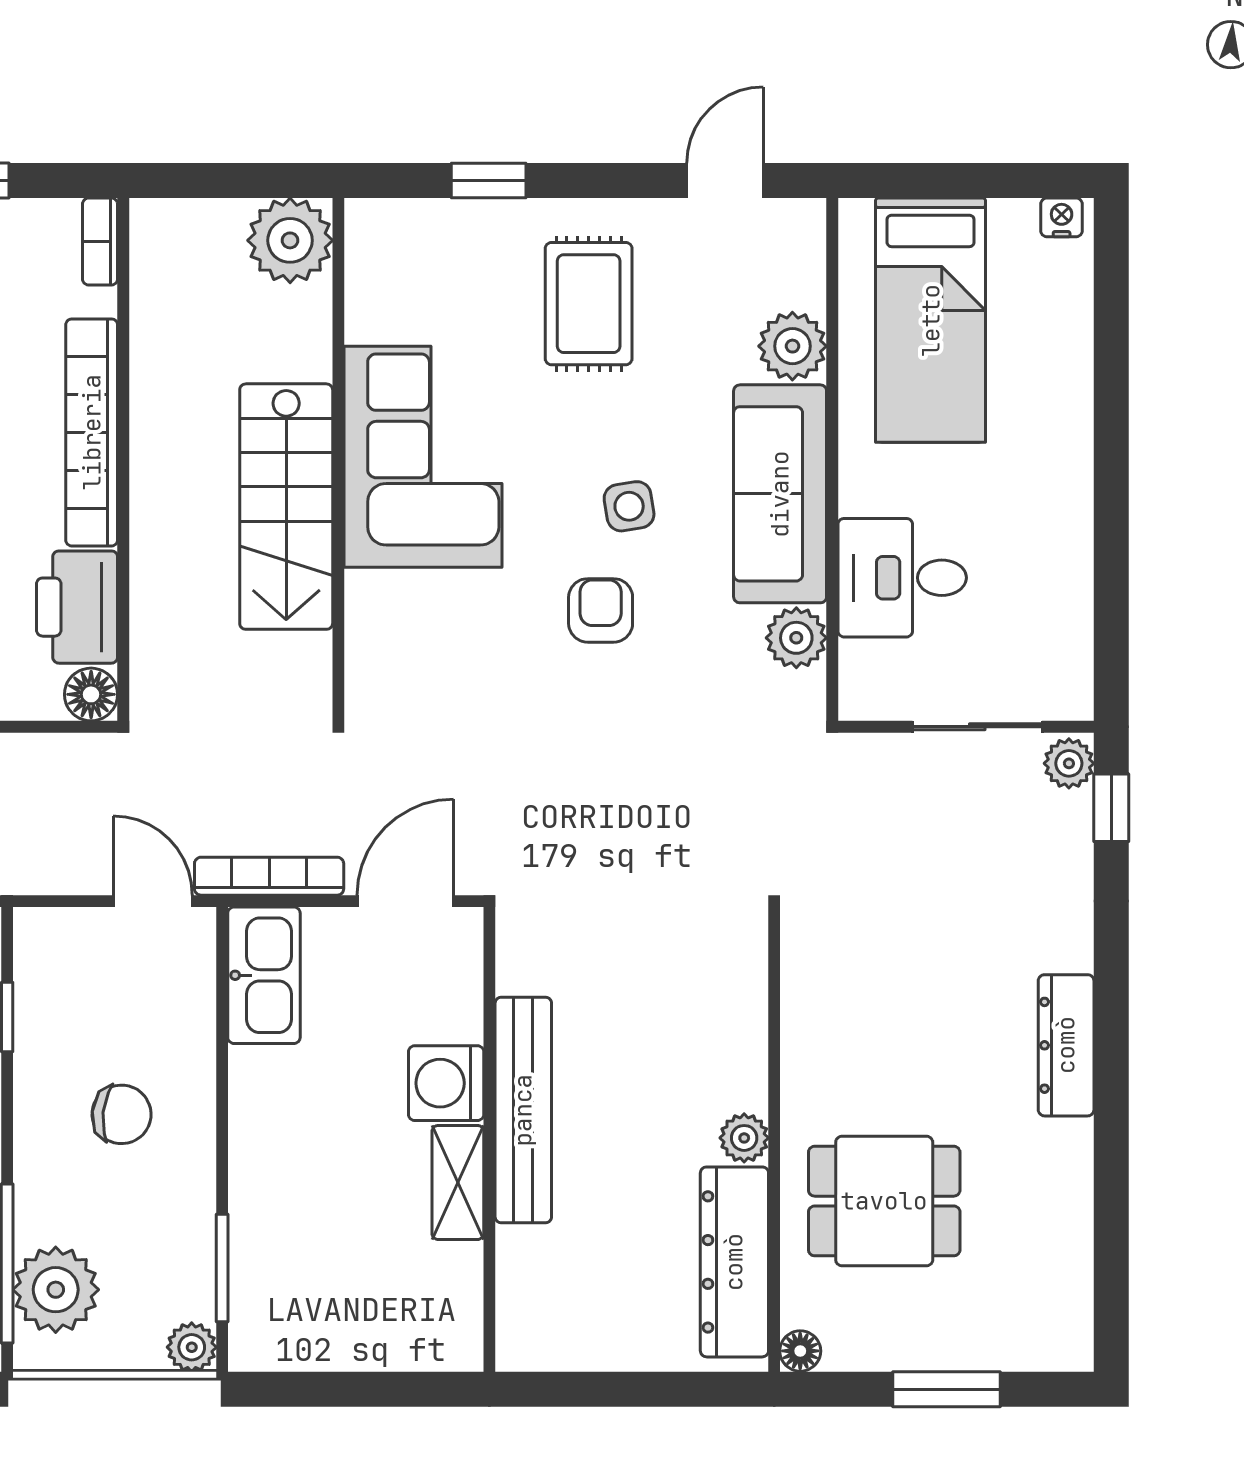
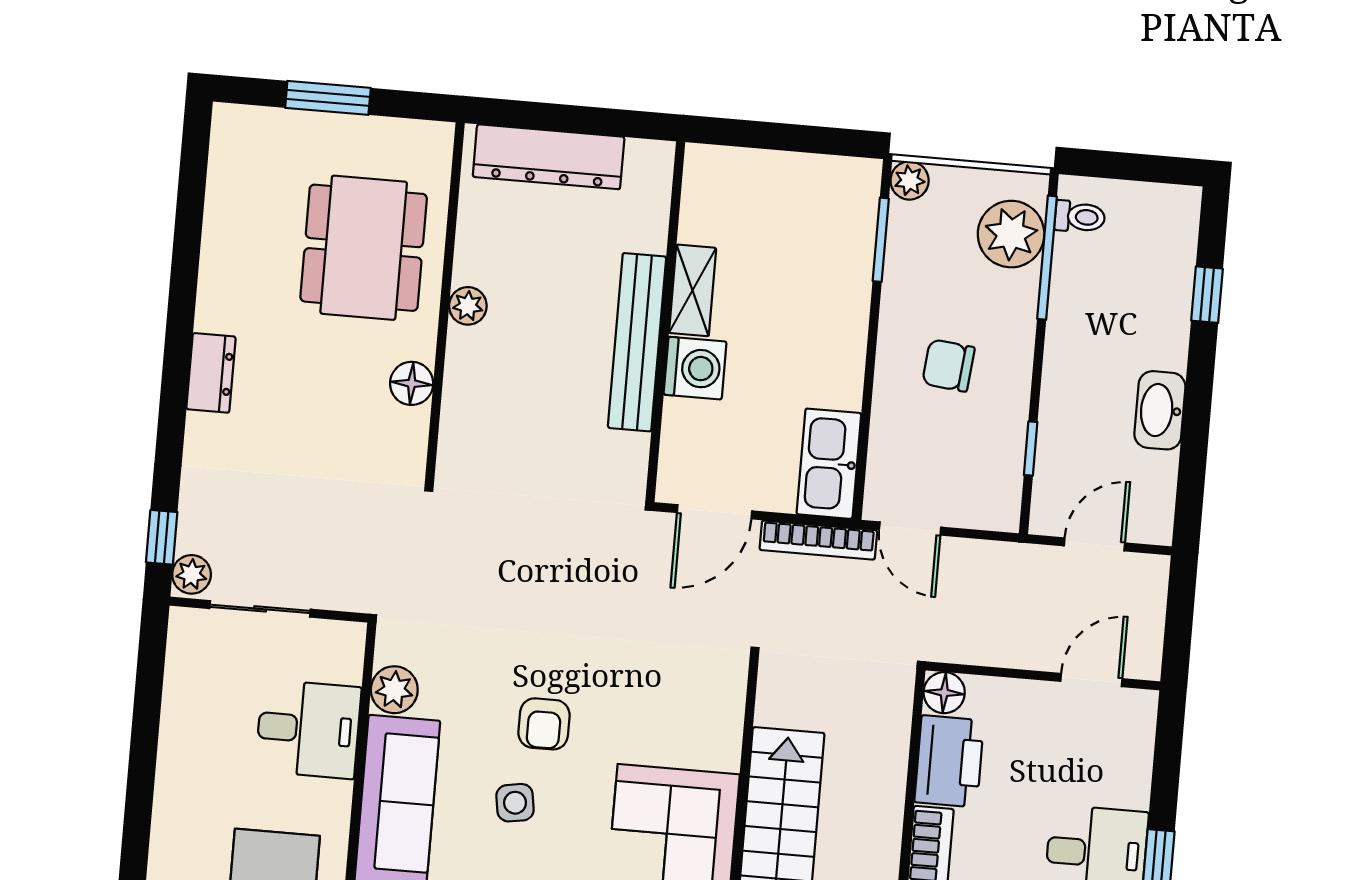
dresser: (1066, 1045) -> (211, 373), width x0.70
dining table: (884, 1201) -> (364, 248), width x1.38
dresser: (734, 1262) -> (549, 157), moved, turned 90
floor lamp: (800, 1351) -> (412, 383), moved, width x1.37, depth x1.37

